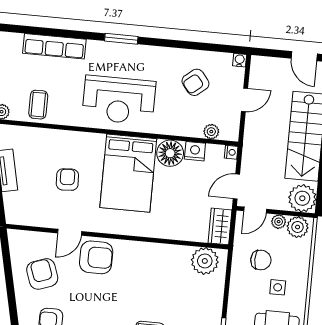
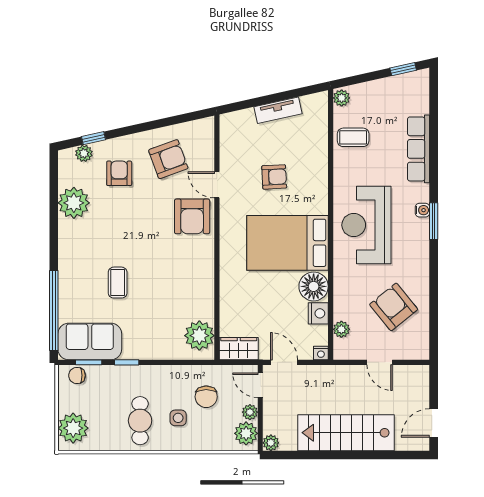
water cooler: (240, 60) -> (422, 210), moved
armchair: (195, 82) -> (394, 307), width x1.38, depth x1.38
plant: (302, 198) -> (271, 443), width x0.53, depth x0.53

